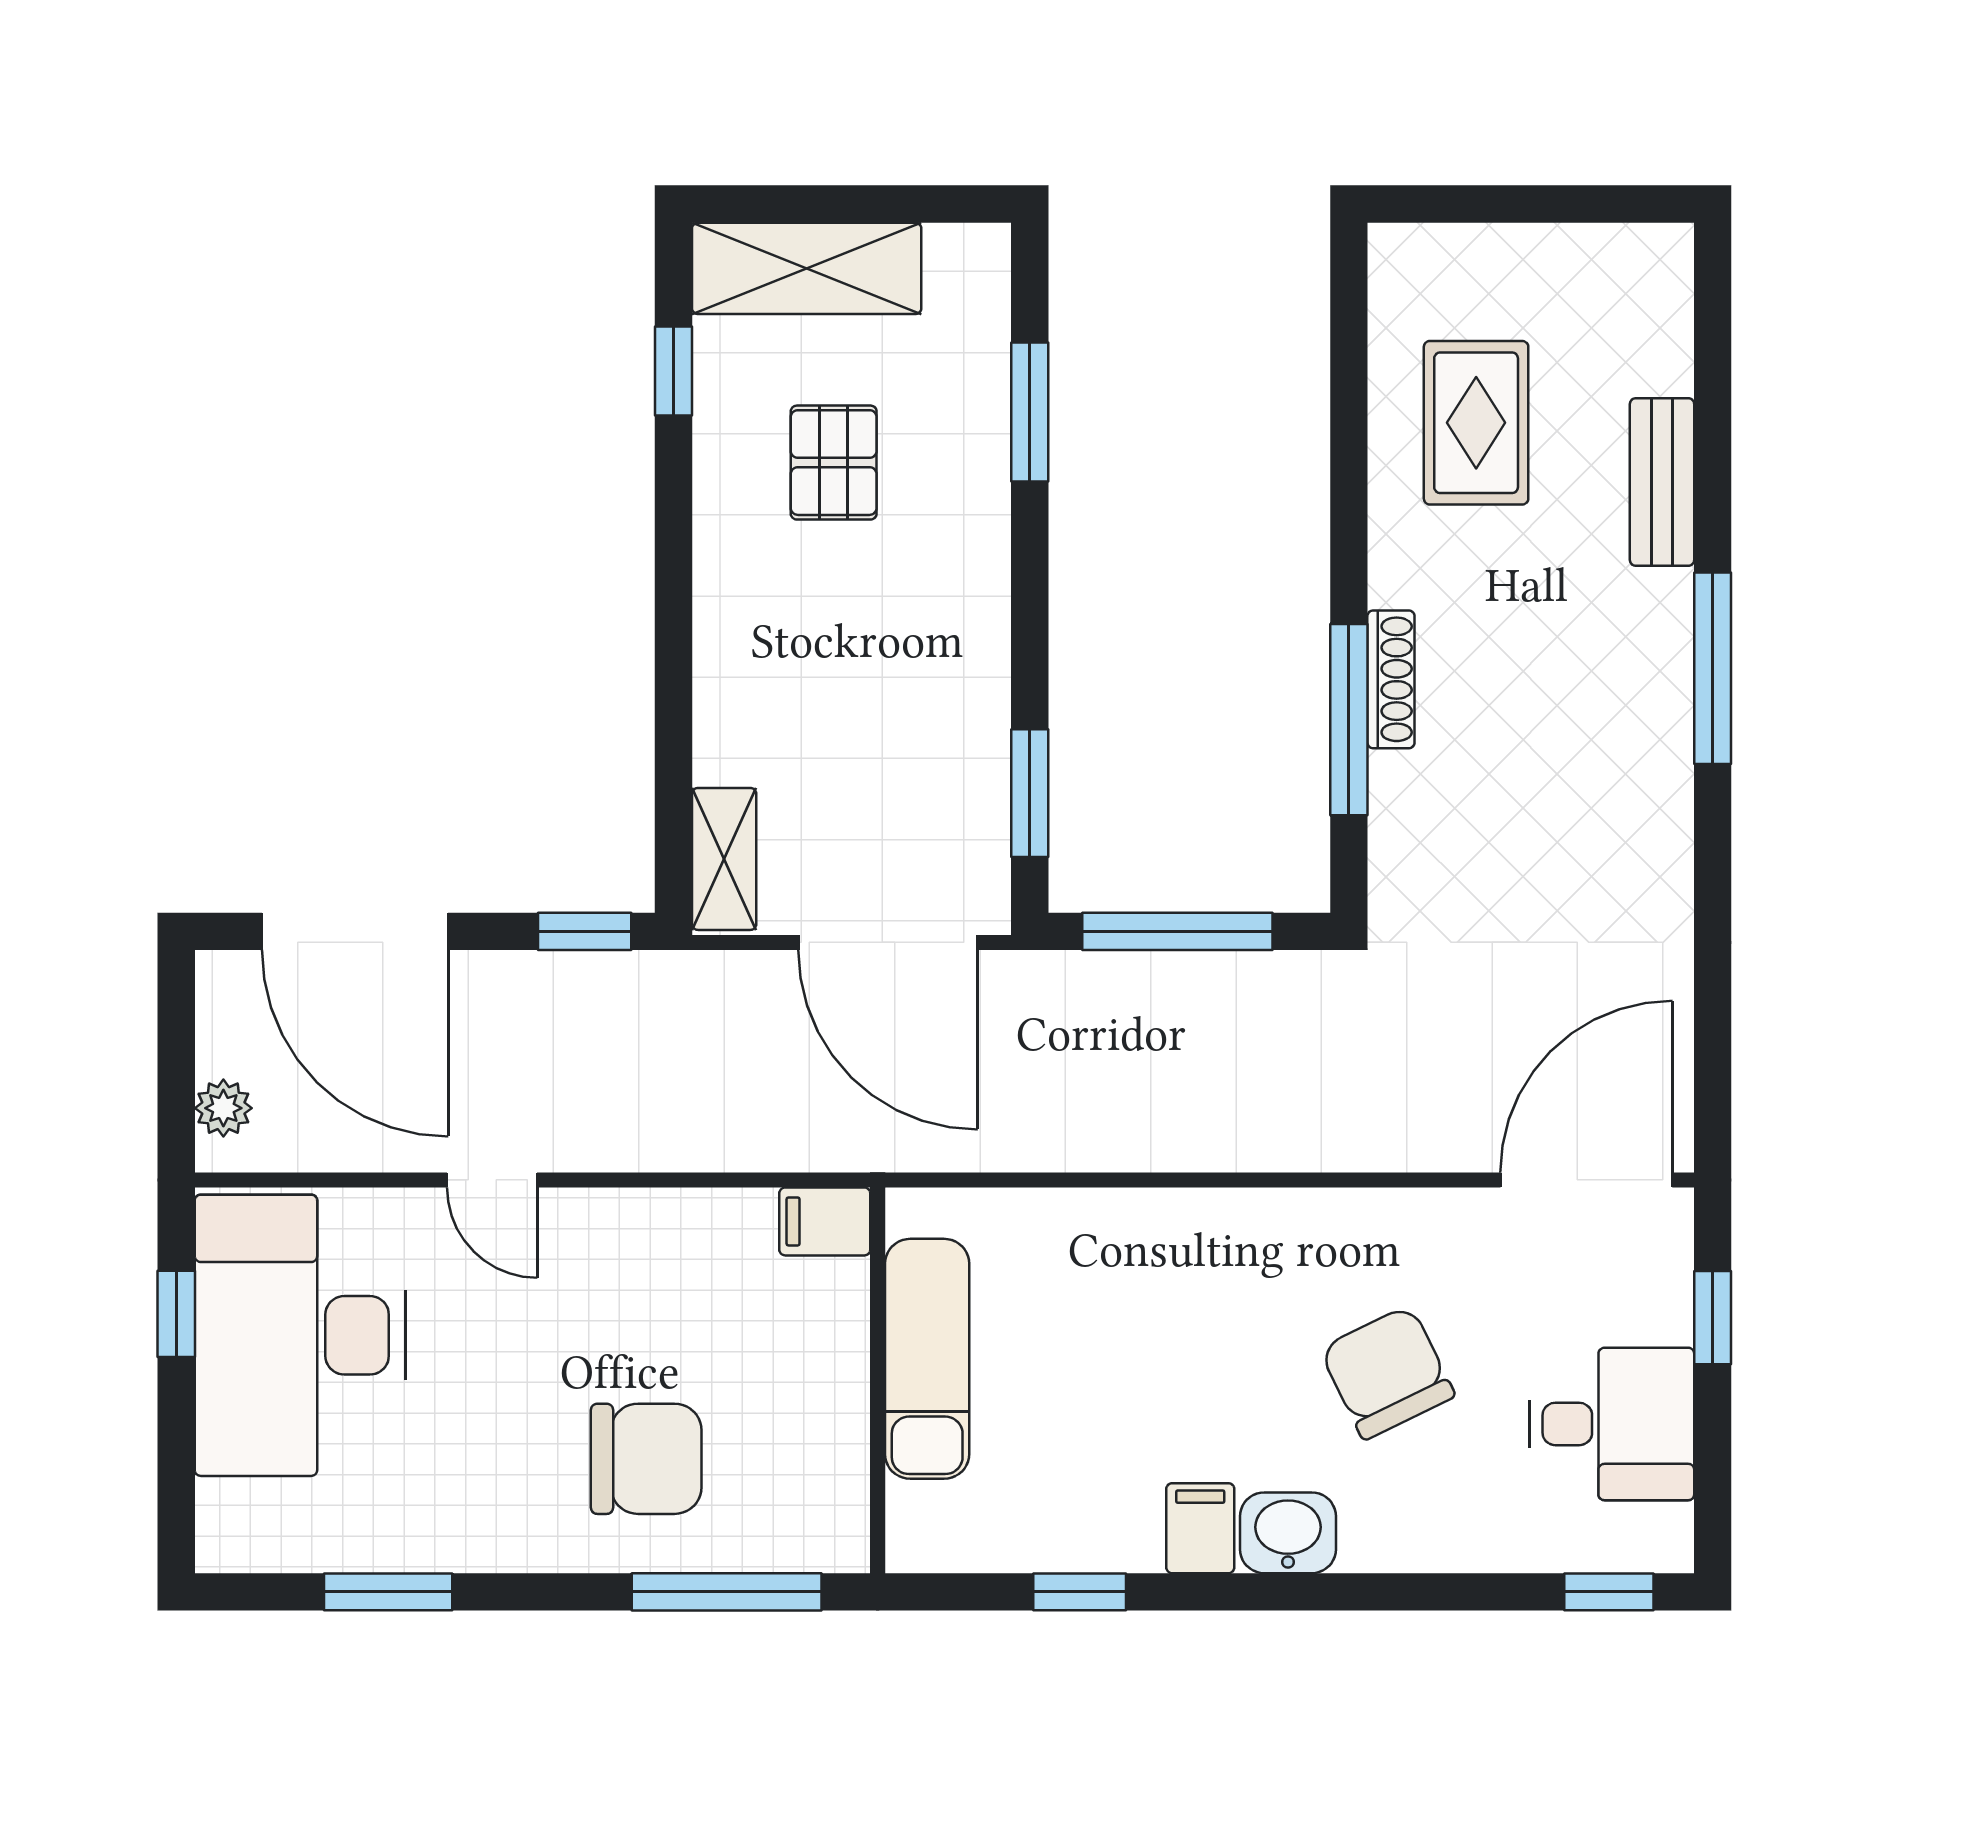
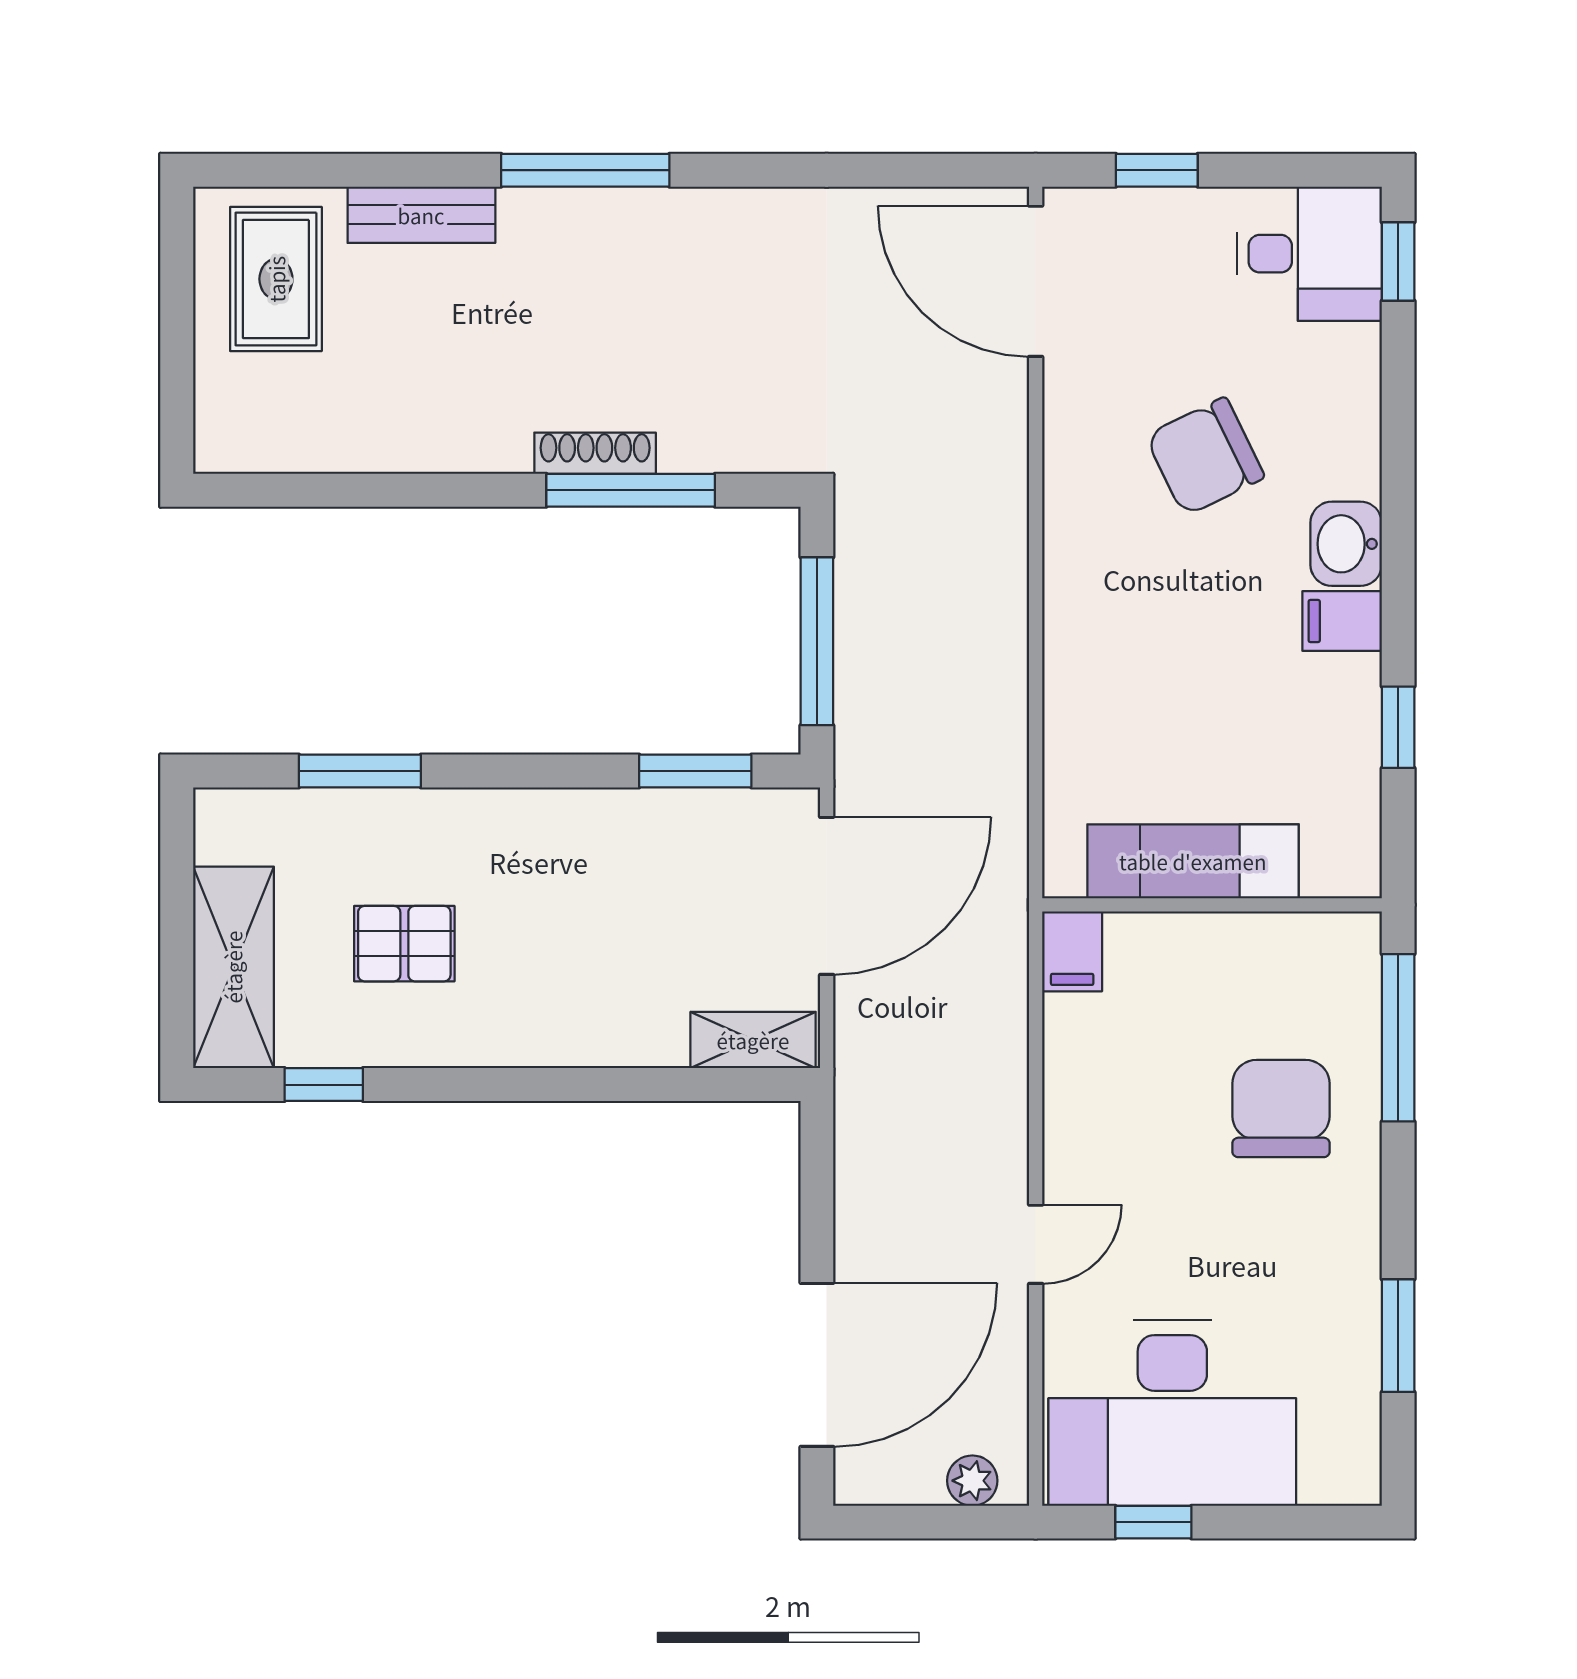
rug: (1476, 423) -> (276, 279), moved, turned 90
window: (585, 931) -> (817, 1163), removed
desk: (1612, 1424) -> (1309, 254), moved, turned 90

